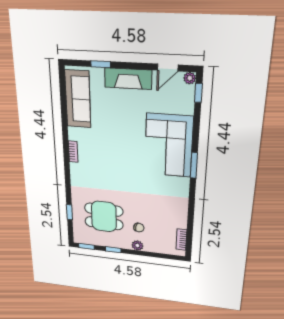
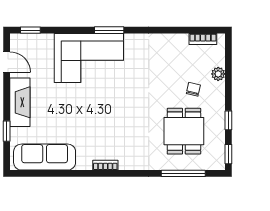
plant: (190, 78) -> (16, 40), removed
window: (69, 212) -> (183, 173), width x2.17
plant: (137, 246) -> (218, 74), moved

